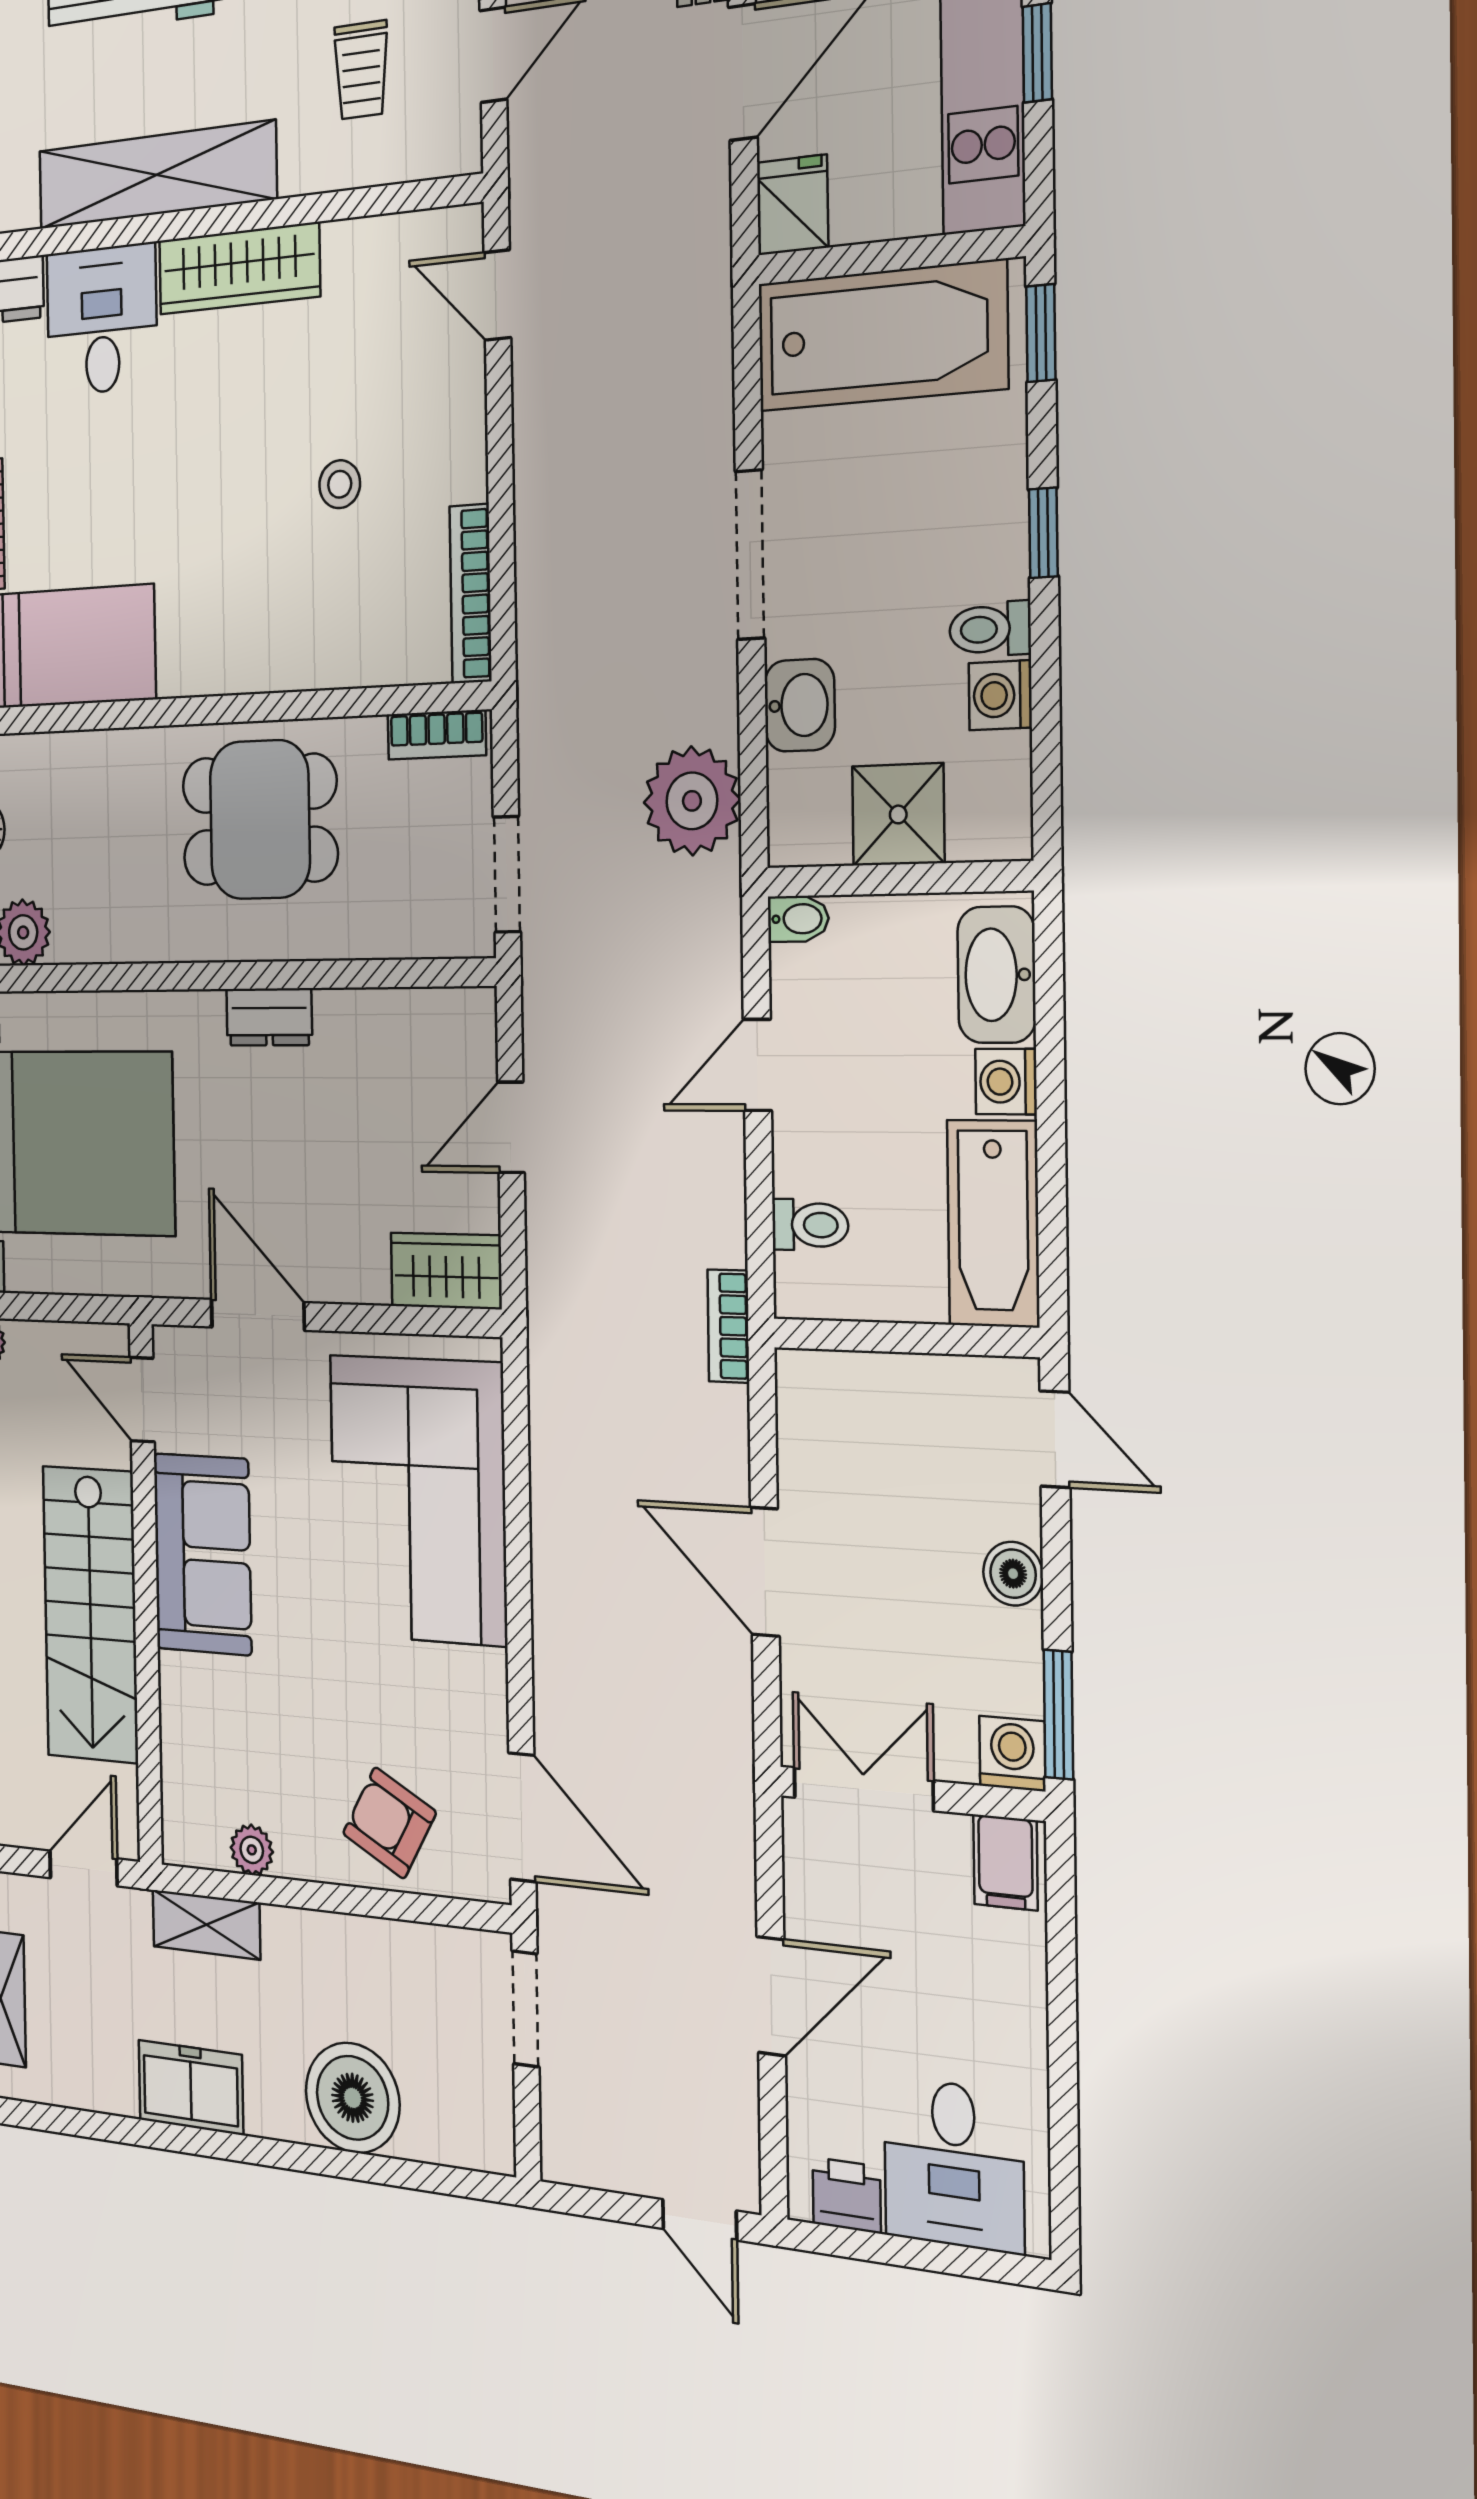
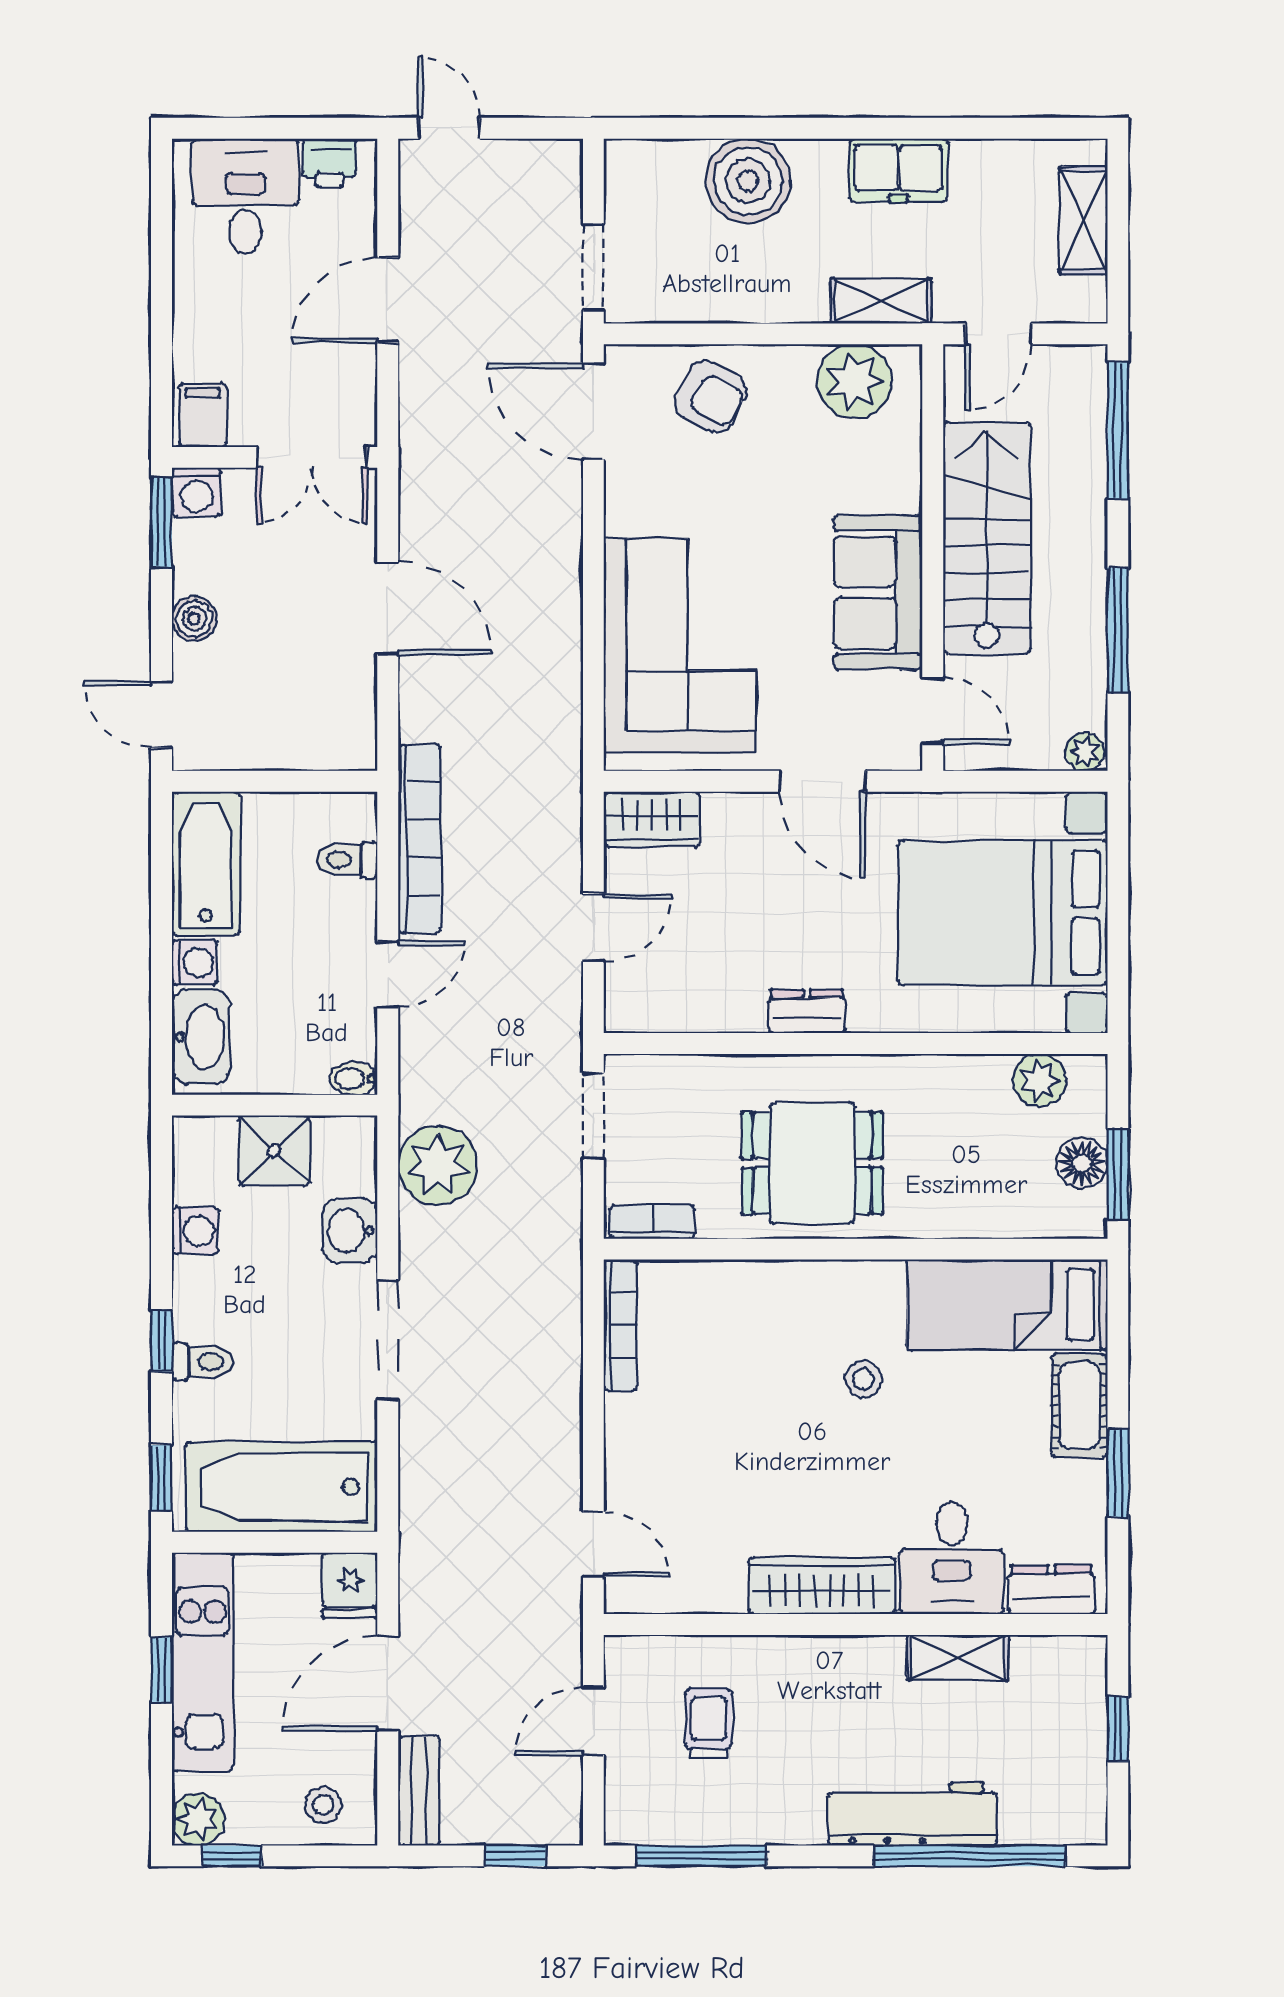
shelving: (156, 175) -> (958, 1658), width x0.45, depth x0.75
stool: (340, 484) -> (863, 1379), moved
toilet: (990, 629) -> (202, 1362), moved
bookcase: (728, 1326) -> (419, 839), width x2.31, depth x1.31
plant: (252, 1850) -> (854, 381), width x1.88, depth x1.88

